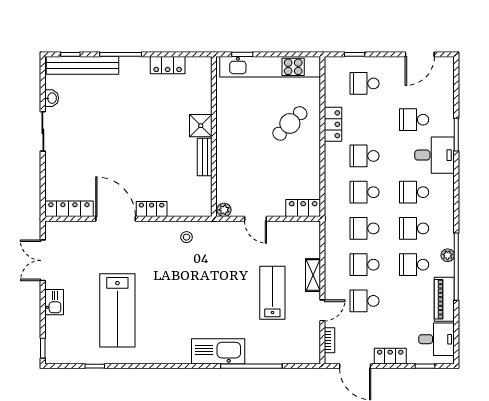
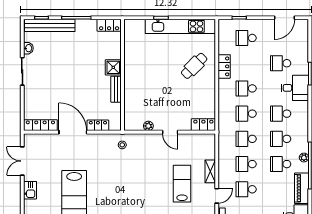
shower: (201, 126) -> (113, 67), moved
wall: (214, 137) -> (122, 75), moved
bench: (205, 157) -> (116, 89), moved

